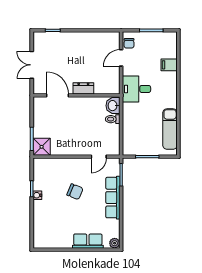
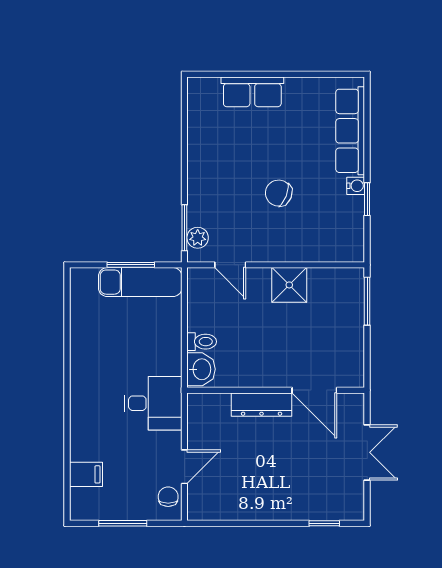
filing cabinet: (169, 65) -> (86, 474), moved
dresser: (83, 88) -> (262, 405), width x1.44
exam couch: (170, 129) -> (140, 282), moved, turned 90
shower: (42, 147) -> (289, 285), moved
door: (99, 157) -> (230, 265), swing flipped
row of seats: (113, 198) -> (350, 131), moved, turned 180
plant: (115, 243) -> (198, 238), moved

